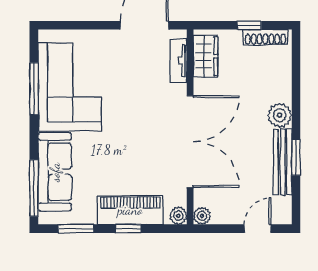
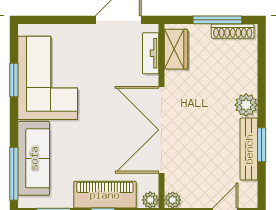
window: (249, 25) -> (217, 20), width x2.17
window: (34, 89) -> (14, 80), width x0.69
double door: (190, 141) -> (161, 130), swing flipped

